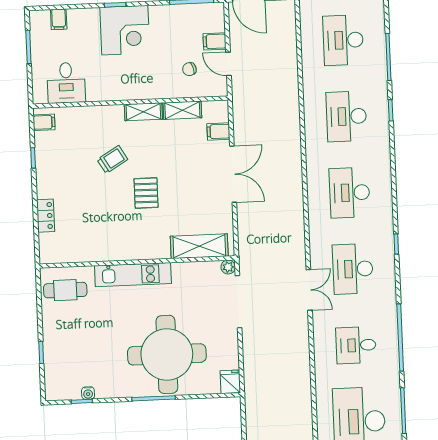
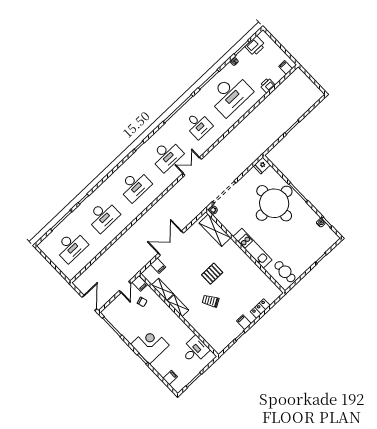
filing cabinet: (215, 41) -> (140, 283), moved
filing cabinet: (44, 122) -> (244, 322), moved

